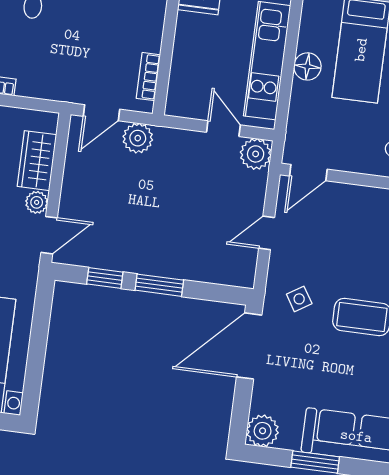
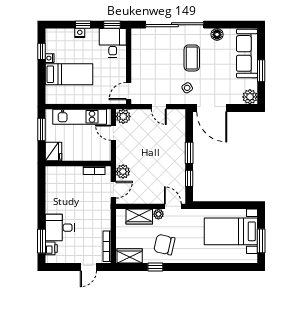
floor lamp: (307, 66) -> (80, 98), removed
door: (102, 113) -> (113, 190), hinge flipped
door: (223, 129) -> (113, 133), hinge flipped
door: (308, 173) -> (129, 91), swing flipped

